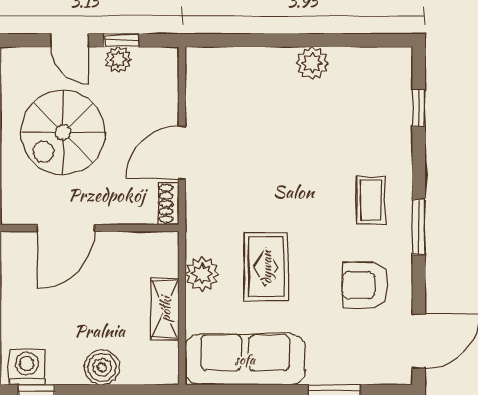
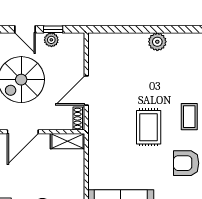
rug: (266, 267) -> (149, 127), moved
plant: (202, 274) -> (97, 157), removed
shelving: (165, 309) -> (67, 141), moved, turned 90

